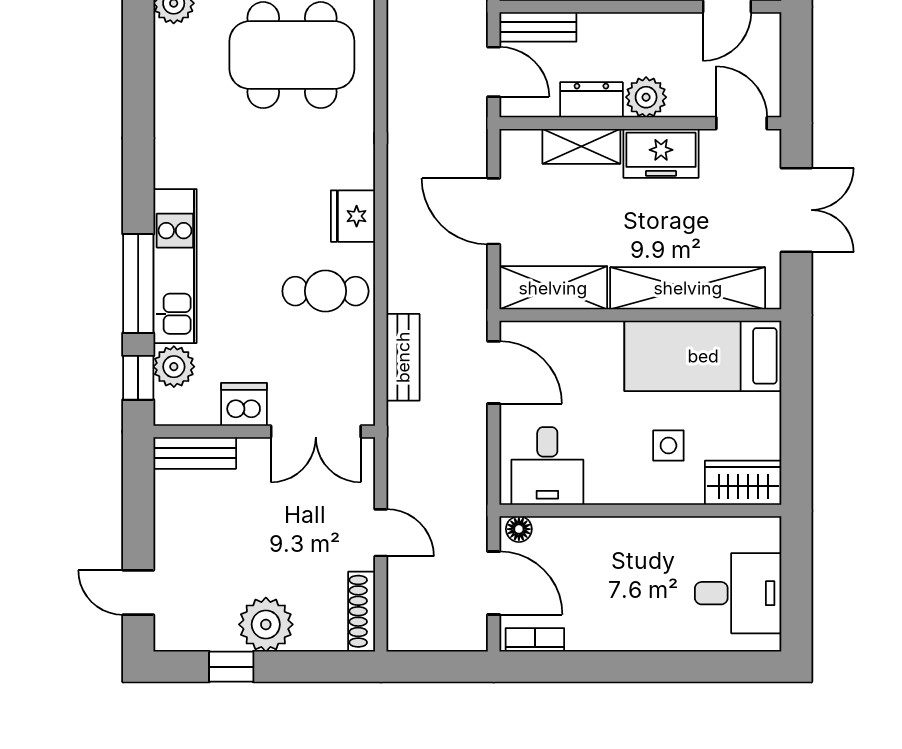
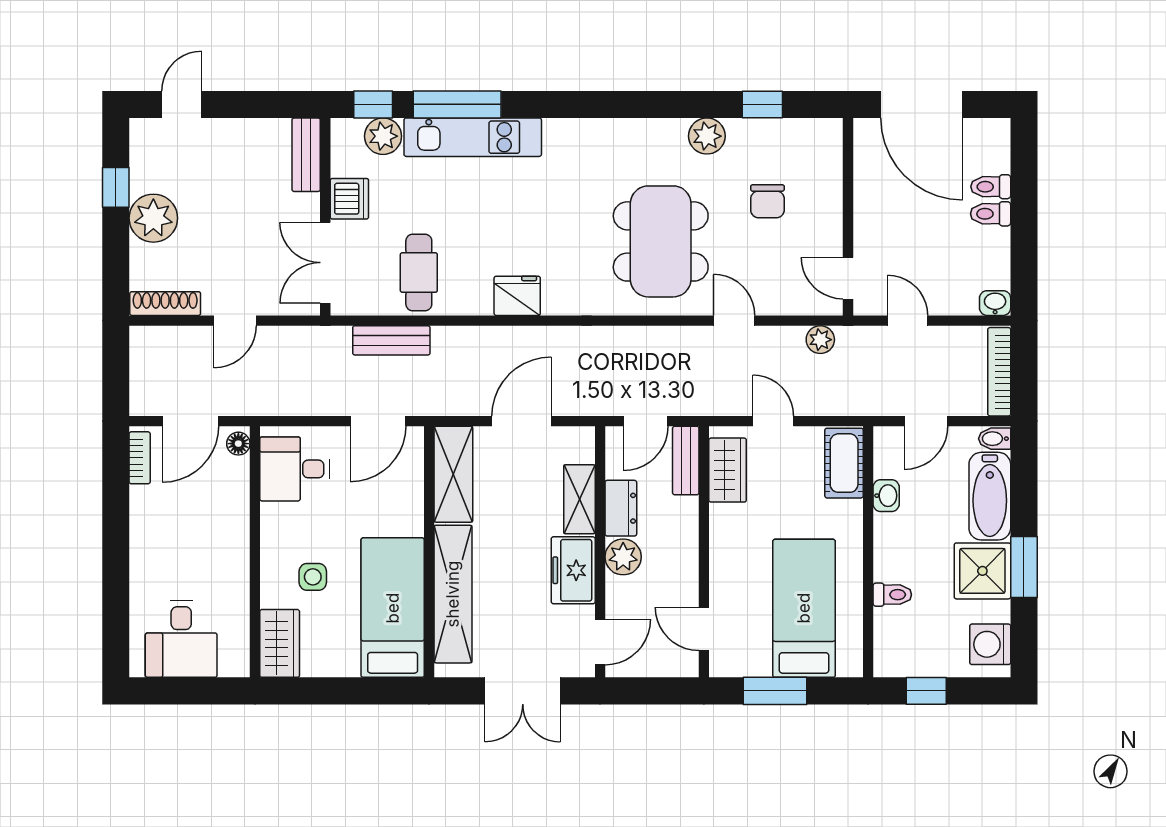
cafe table: (325, 291) -> (419, 273), moved

